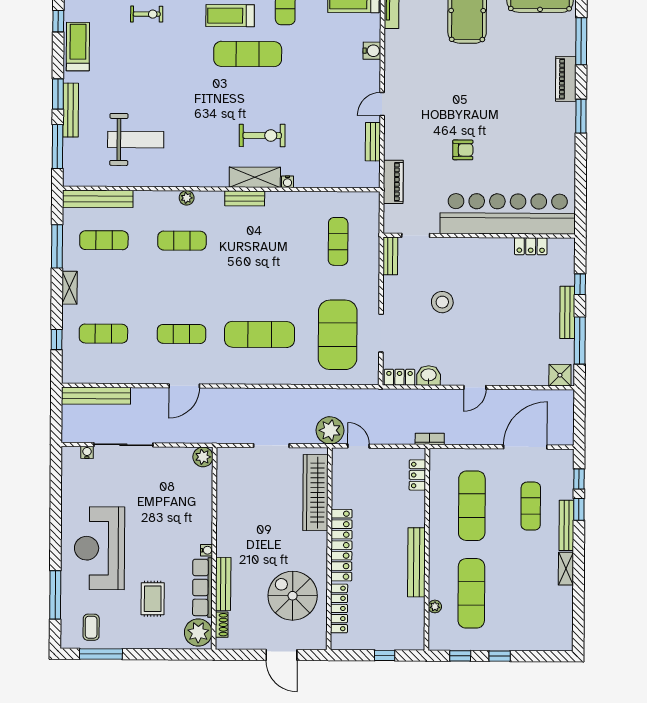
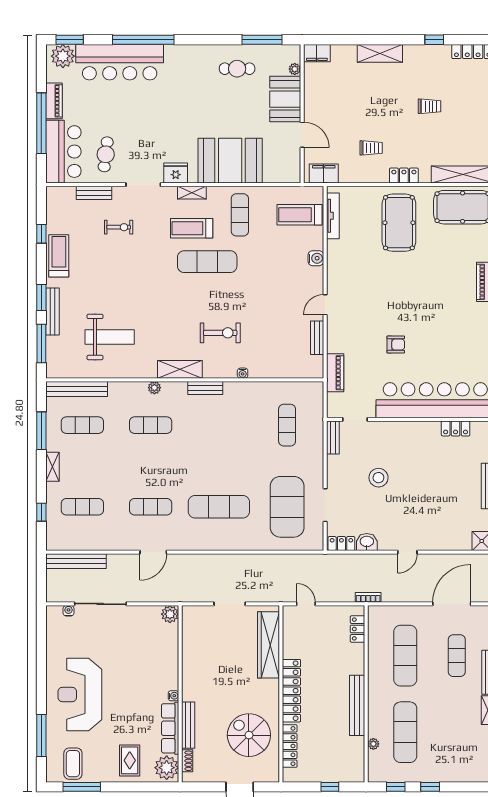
shelving: (255, 177) -> (180, 369), moved
plant: (330, 430) -> (281, 590), removed
rug: (153, 599) -> (130, 760), moved
coffee table: (91, 627) -> (73, 764), width x1.36, depth x1.30

